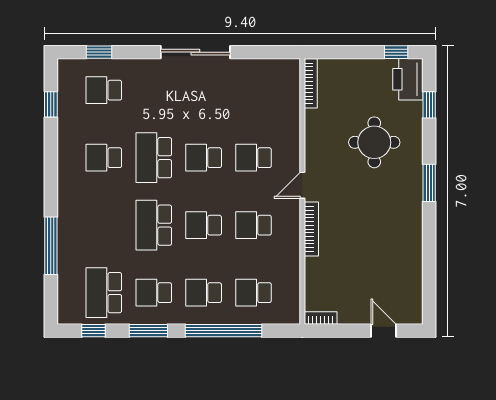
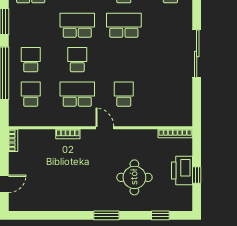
window: (396, 52) -> (197, 175), moved
printer: (408, 79) -> (182, 170), moved, turned -90
school desk: (204, 158) -> (124, 60), removed
school desk: (254, 225) -> (77, 94), width x1.85
bookcase: (311, 229) -> (68, 134), width x0.64
school desk: (154, 293) -> (31, 25), removed

